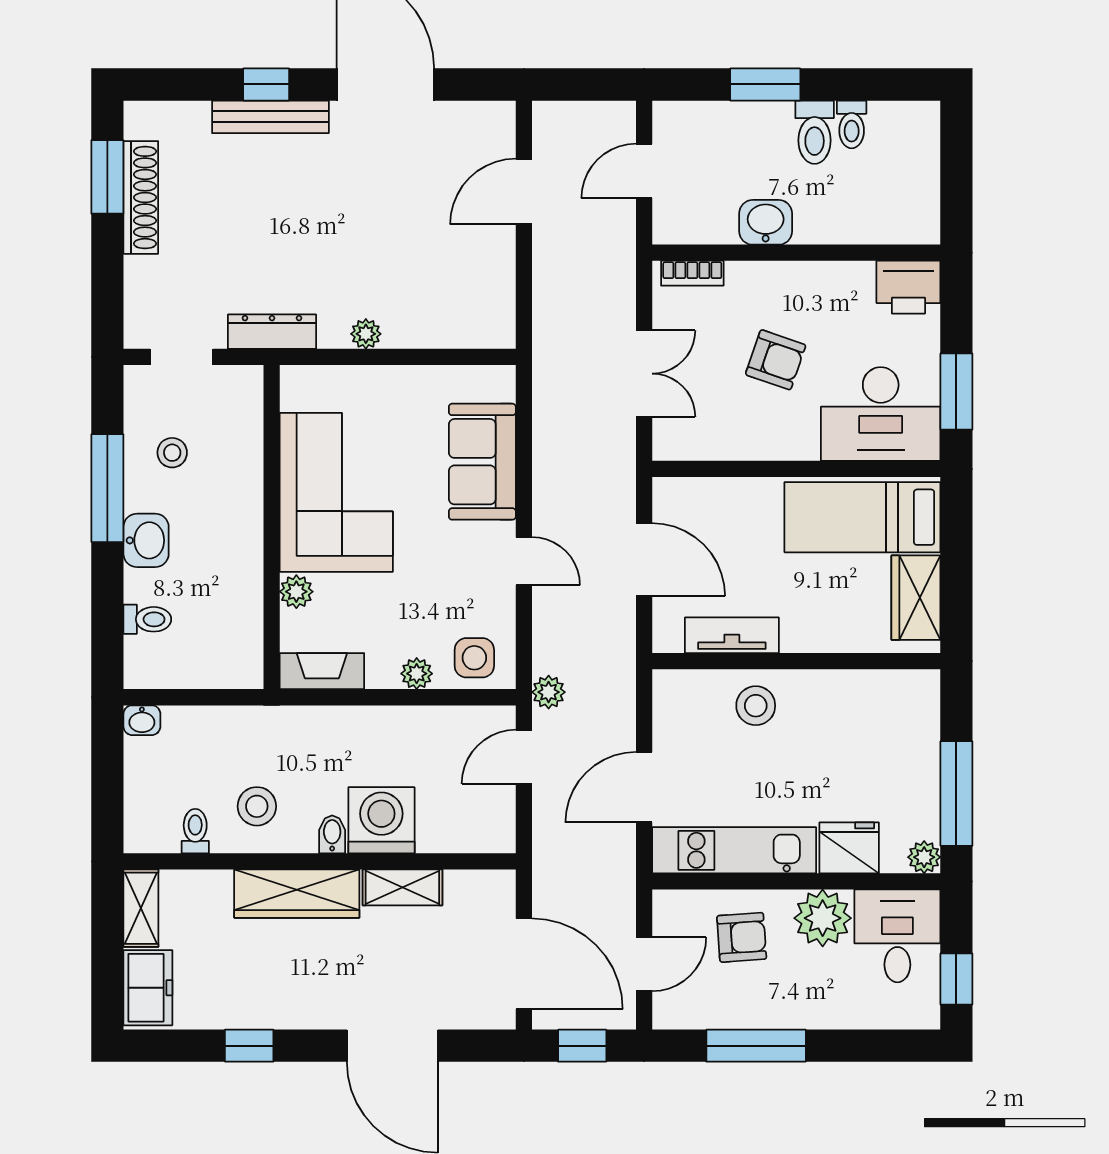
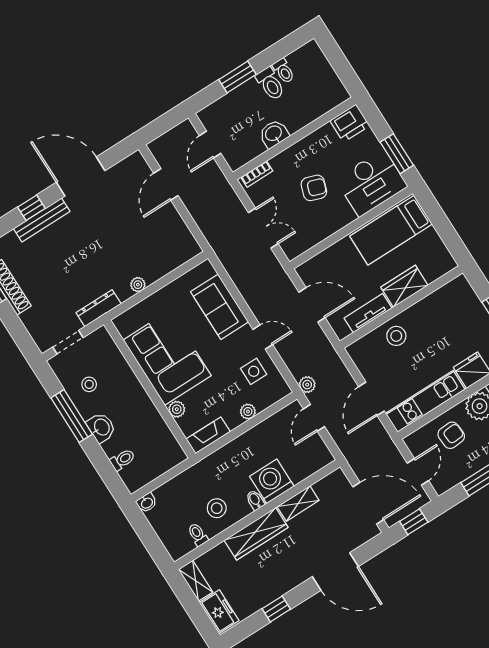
wardrobe: (916, 598) -> (404, 286), moved, turned 90
side table: (474, 658) -> (254, 371), moved

